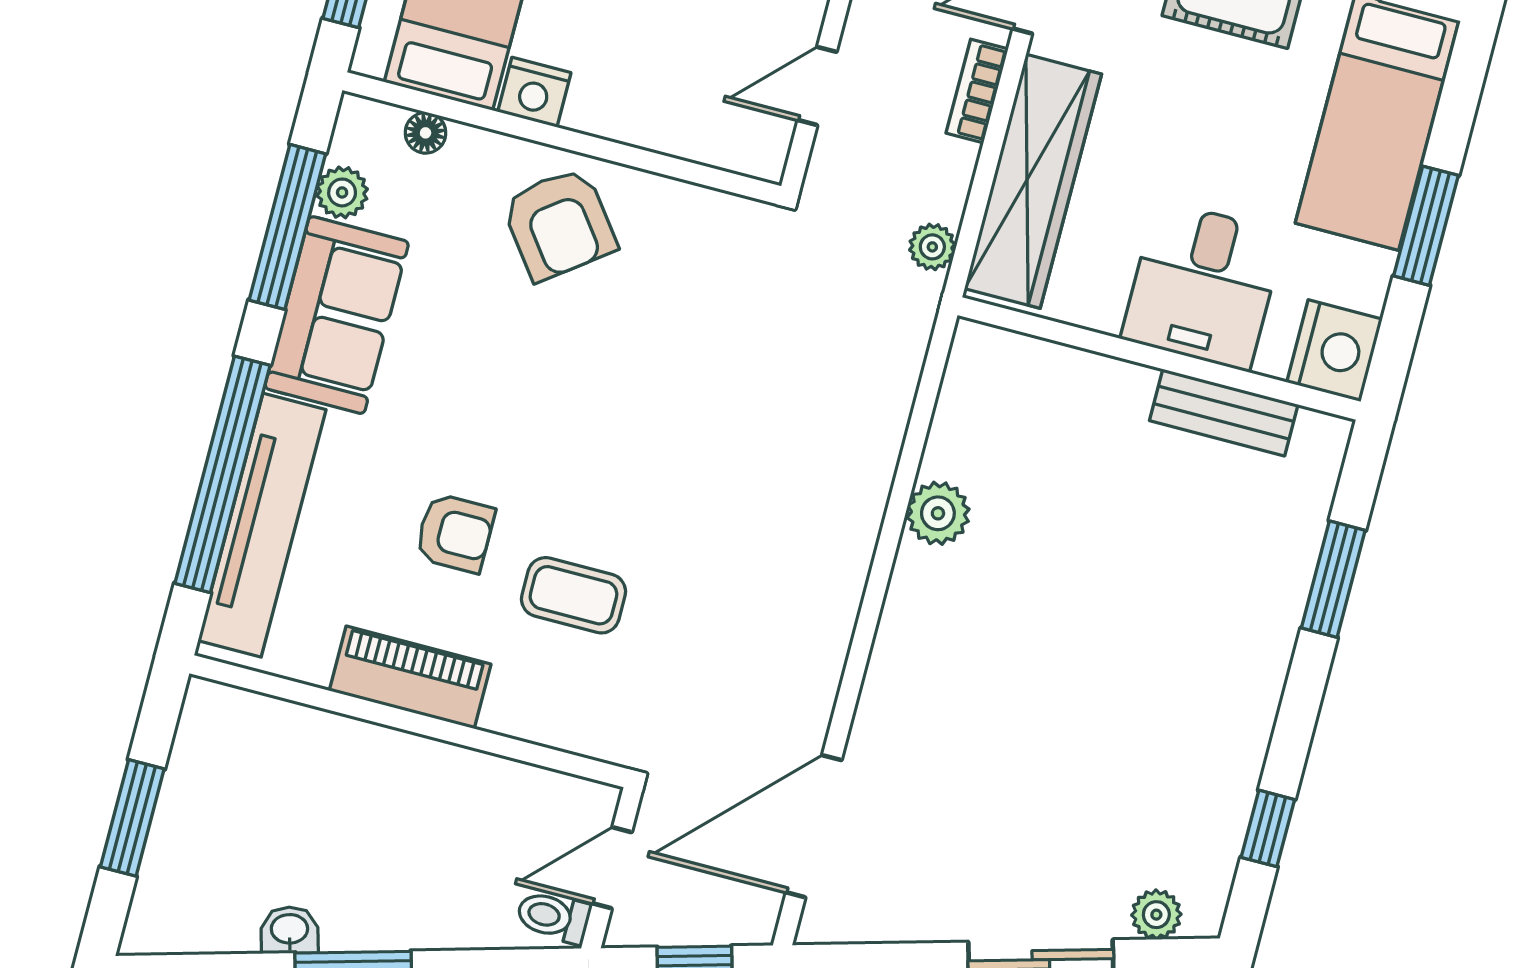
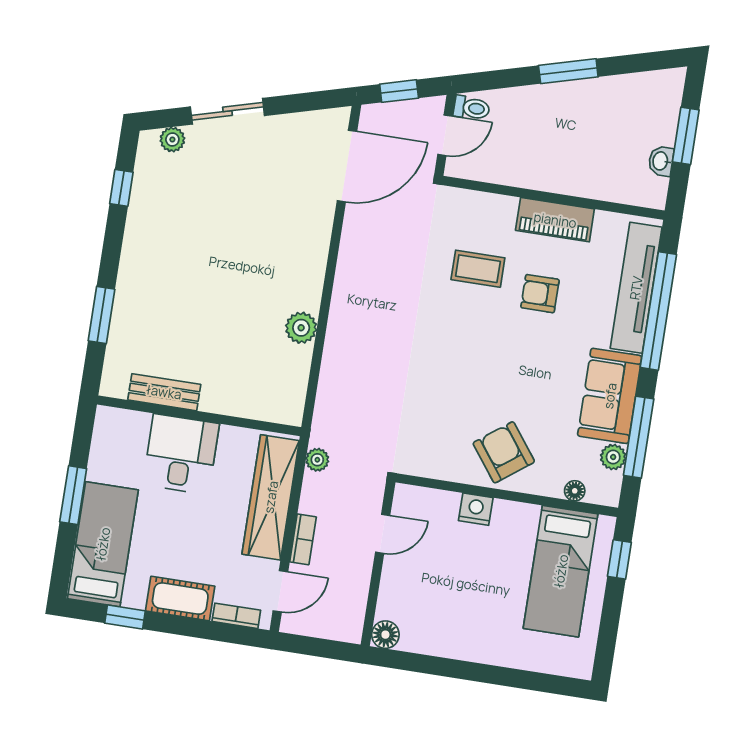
nightstand: (534, 92) -> (476, 509), moved
nightstand: (1334, 351) -> (112, 428), removed
washbasin: (289, 930) -> (661, 161), moved, turned 106

